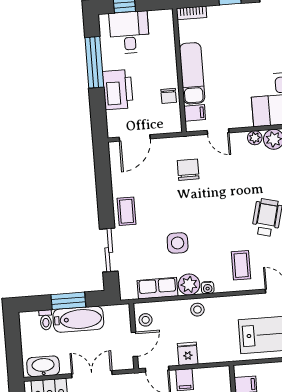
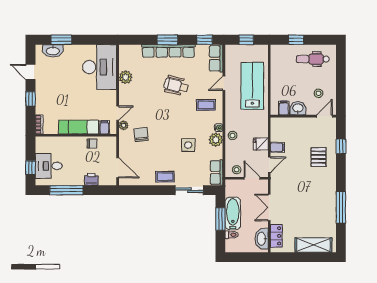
printer: (118, 90) -> (91, 179), width x0.53, depth x0.68
plant: (255, 138) -> (124, 125), moved
chair: (188, 170) -> (141, 135), turned 84
row of seats: (157, 288) -> (217, 173), moved

